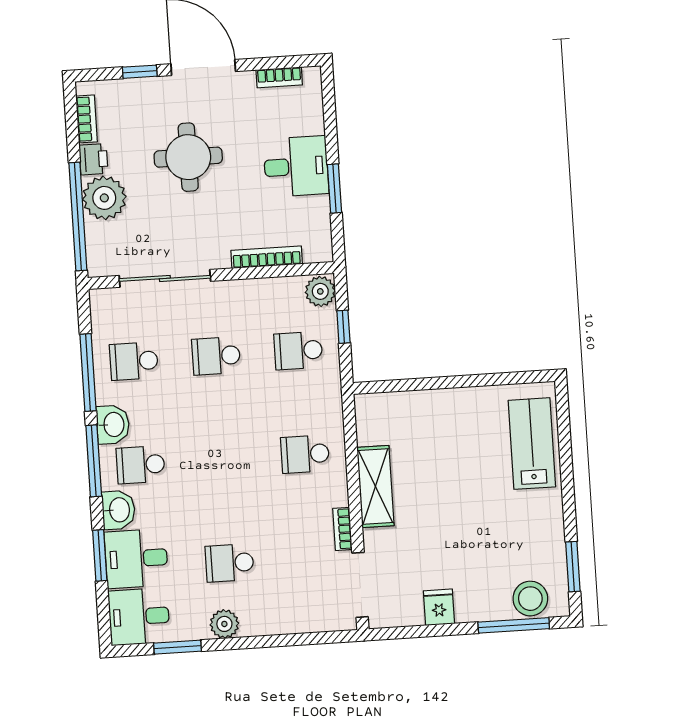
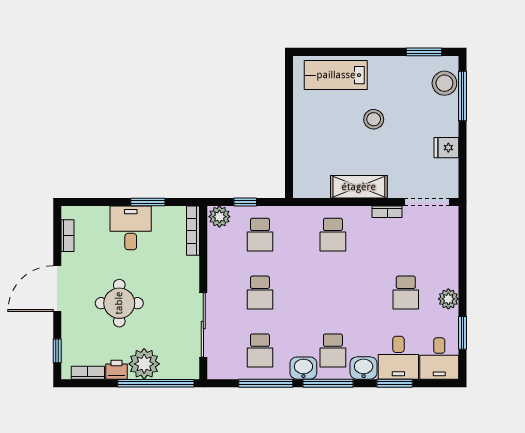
window: (140, 72) -> (57, 351), moved
bookcase: (267, 257) -> (193, 231), moved
stool: (473, 501) -> (374, 119), added

